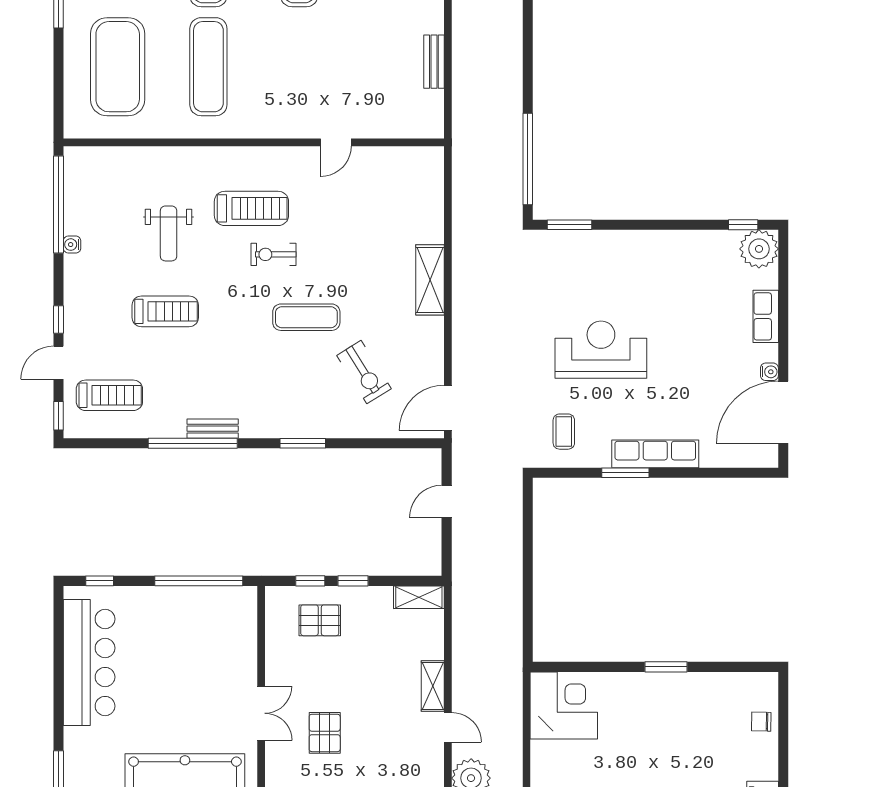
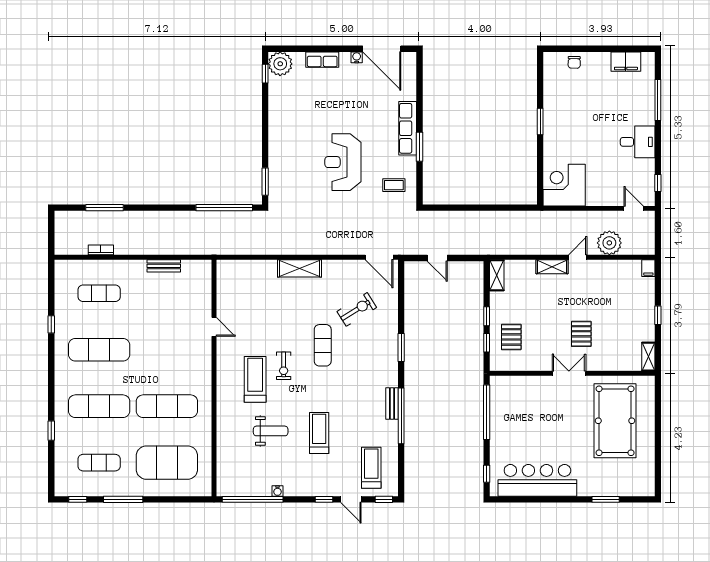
pallet: (325, 733) -> (581, 334), turned 90

